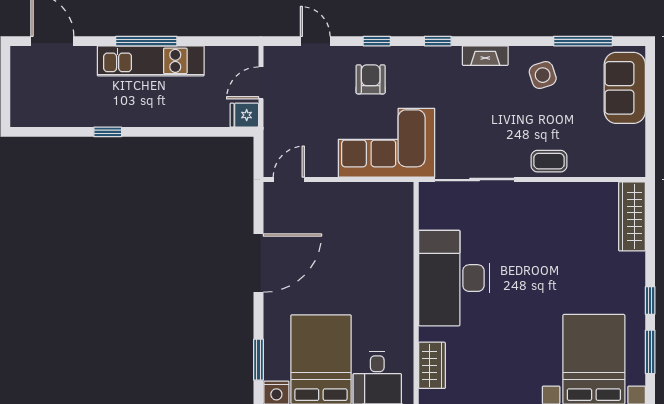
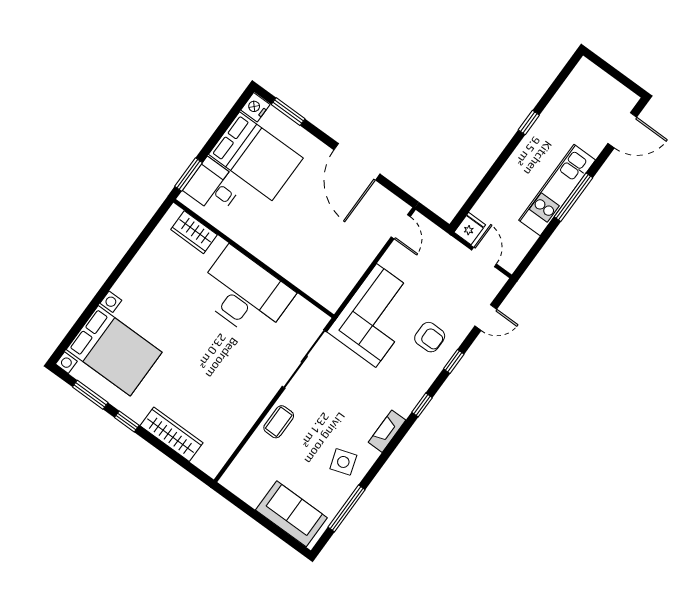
wardrobe: (632, 216) -> (172, 434), moved

